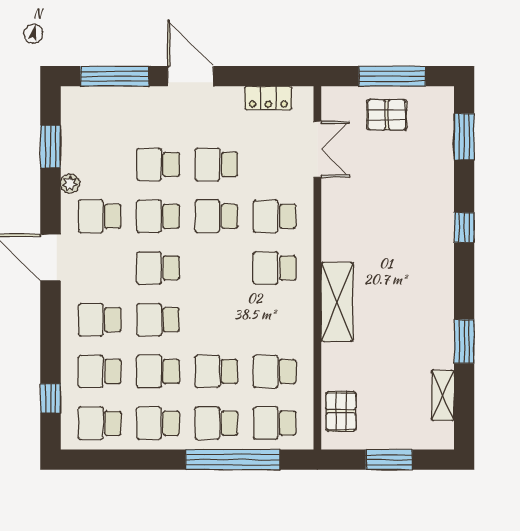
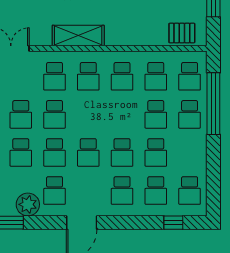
plant: (70, 183) -> (28, 204), width x1.88, depth x1.88
shelving: (337, 302) -> (78, 36), moved
school desk: (158, 423) -> (122, 76), moved

